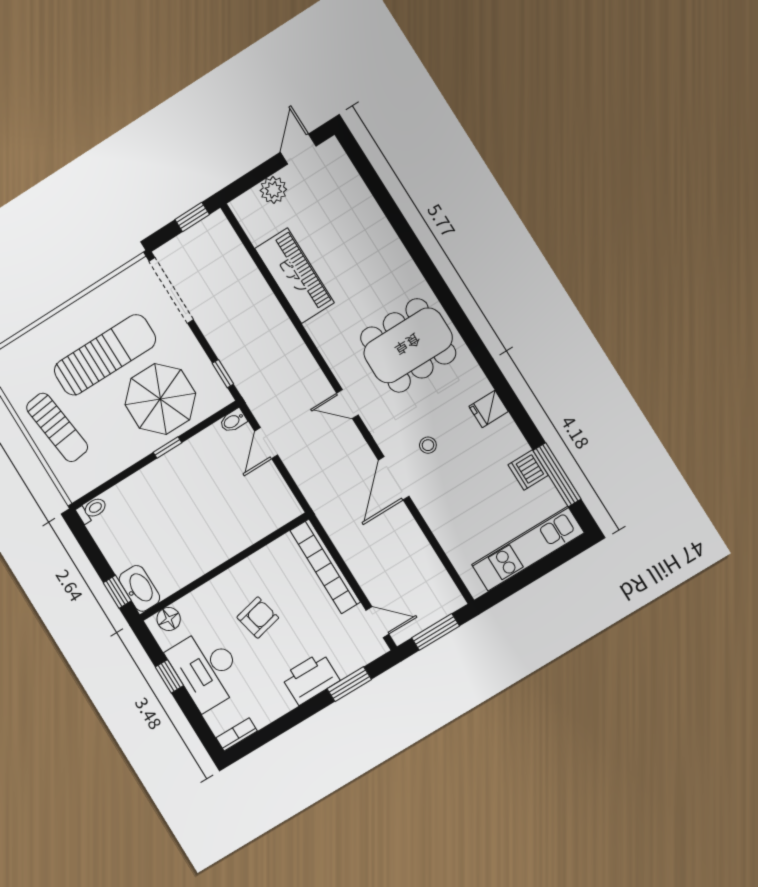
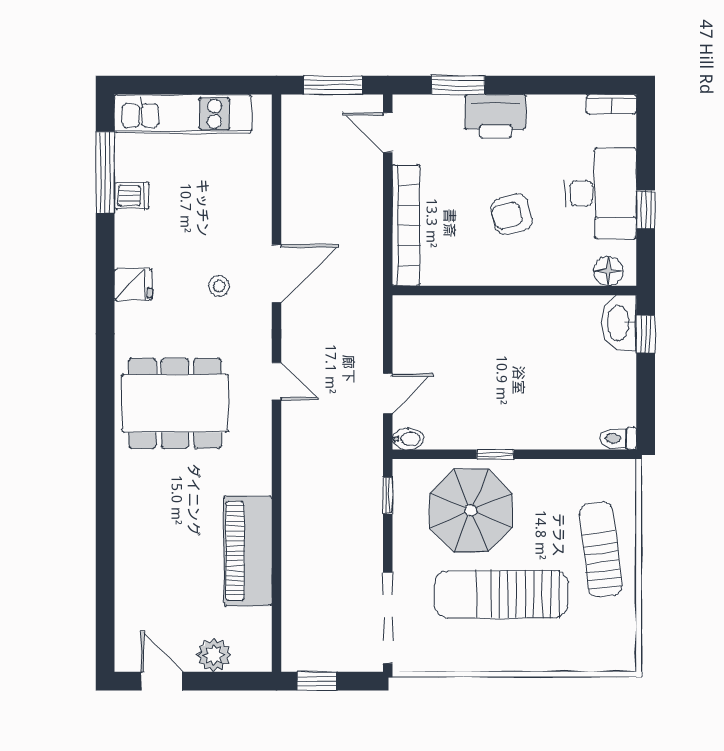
door: (298, 149) -> (162, 681), swing flipped
dishwasher: (528, 470) -> (132, 196), width x0.73

